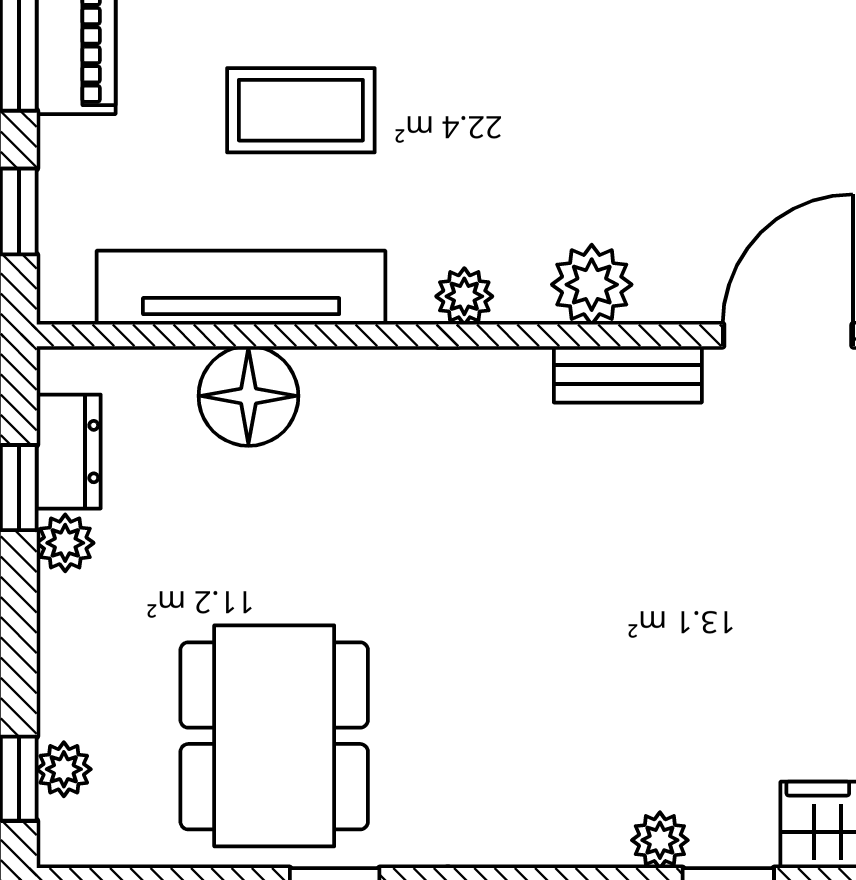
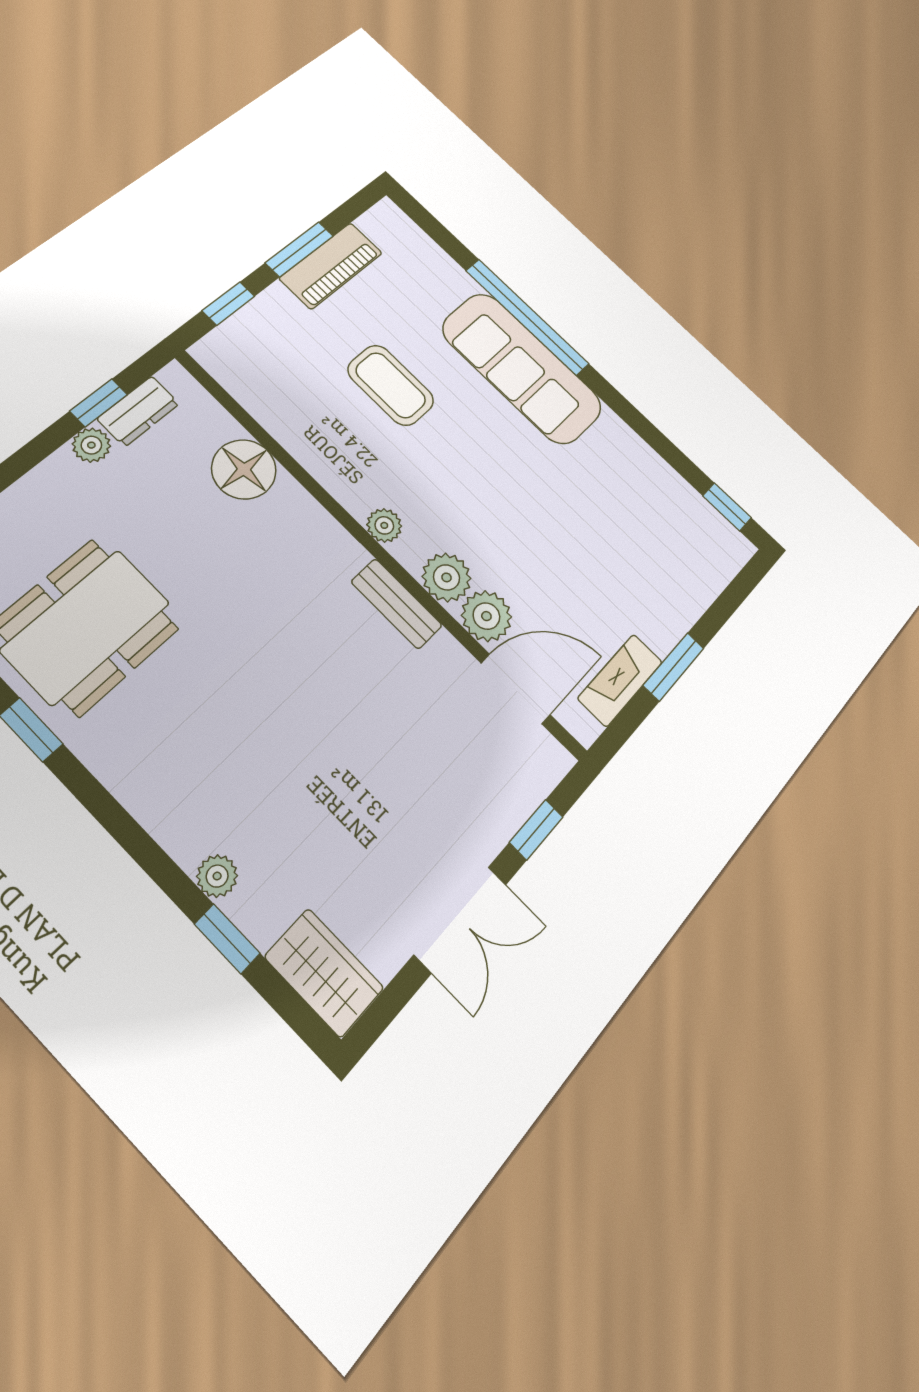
plant: (679, 283) -> (486, 616), added
tv unit: (241, 288) -> (290, 424), removed
bench: (628, 374) -> (397, 604), moved

